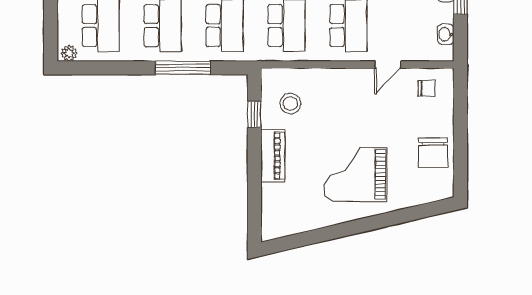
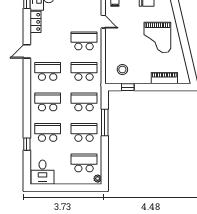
piano: (273, 156) -> (164, 78), moved

